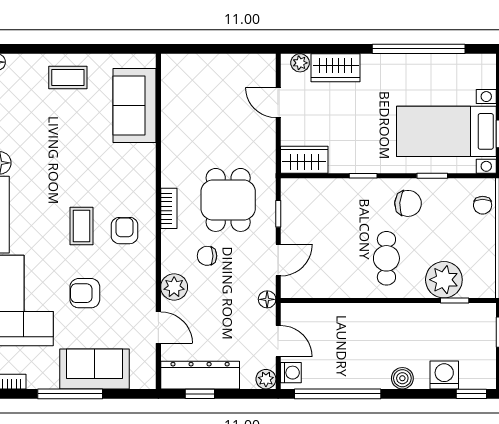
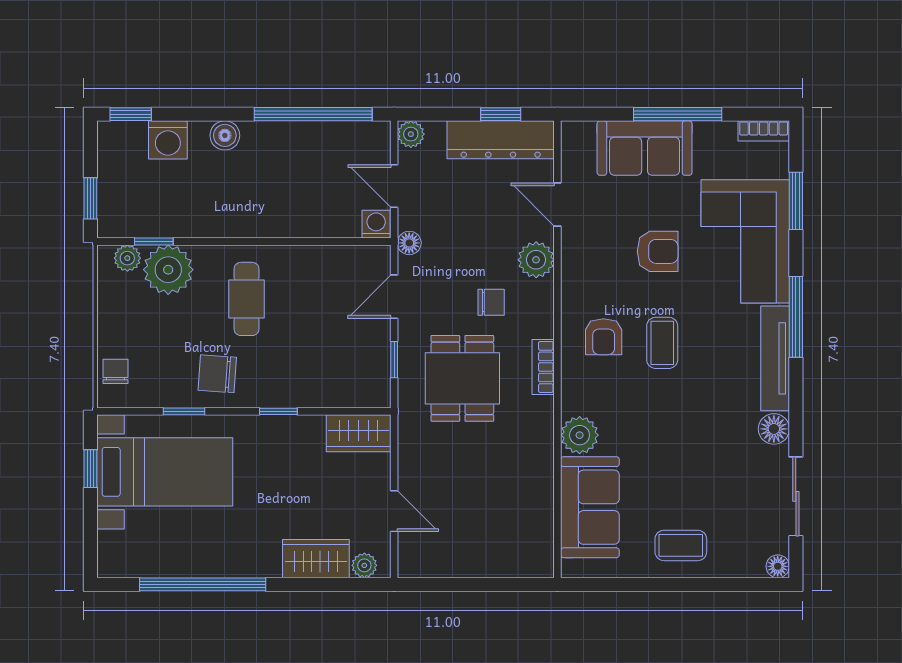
plant: (142, 158) -> (580, 435), added
plant: (474, 288) -> (127, 258), added
washing machine: (291, 373) -> (376, 224), moved, turned 90

